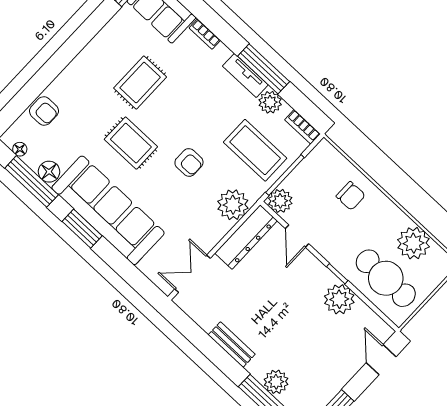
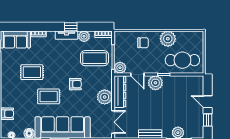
window: (264, 69) -> (71, 27), width x0.46
rug: (140, 83) -> (32, 72), turned 90
plant: (233, 205) -> (105, 97), moved
plant: (413, 243) -> (168, 39), moved
double door: (193, 274) -> (113, 122), swing flipped
plant: (339, 299) -> (155, 83), moved
door: (381, 360) -> (208, 102), moved

